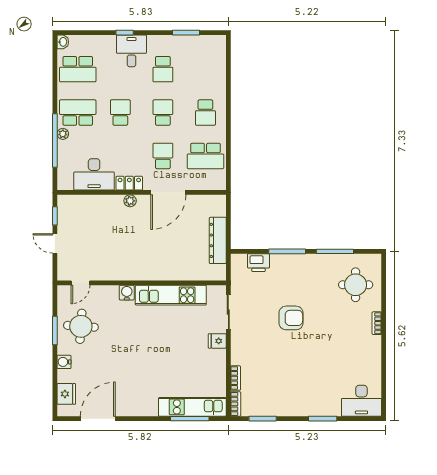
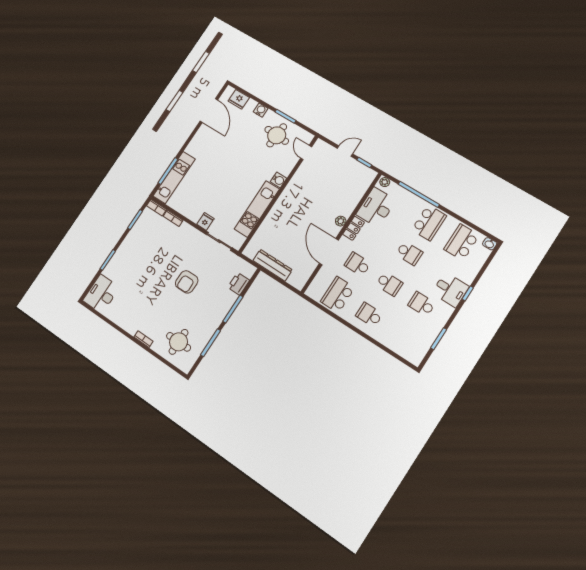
plant: (63, 134) -> (385, 182), moved
school desk: (163, 156) -> (358, 264), turned 180

